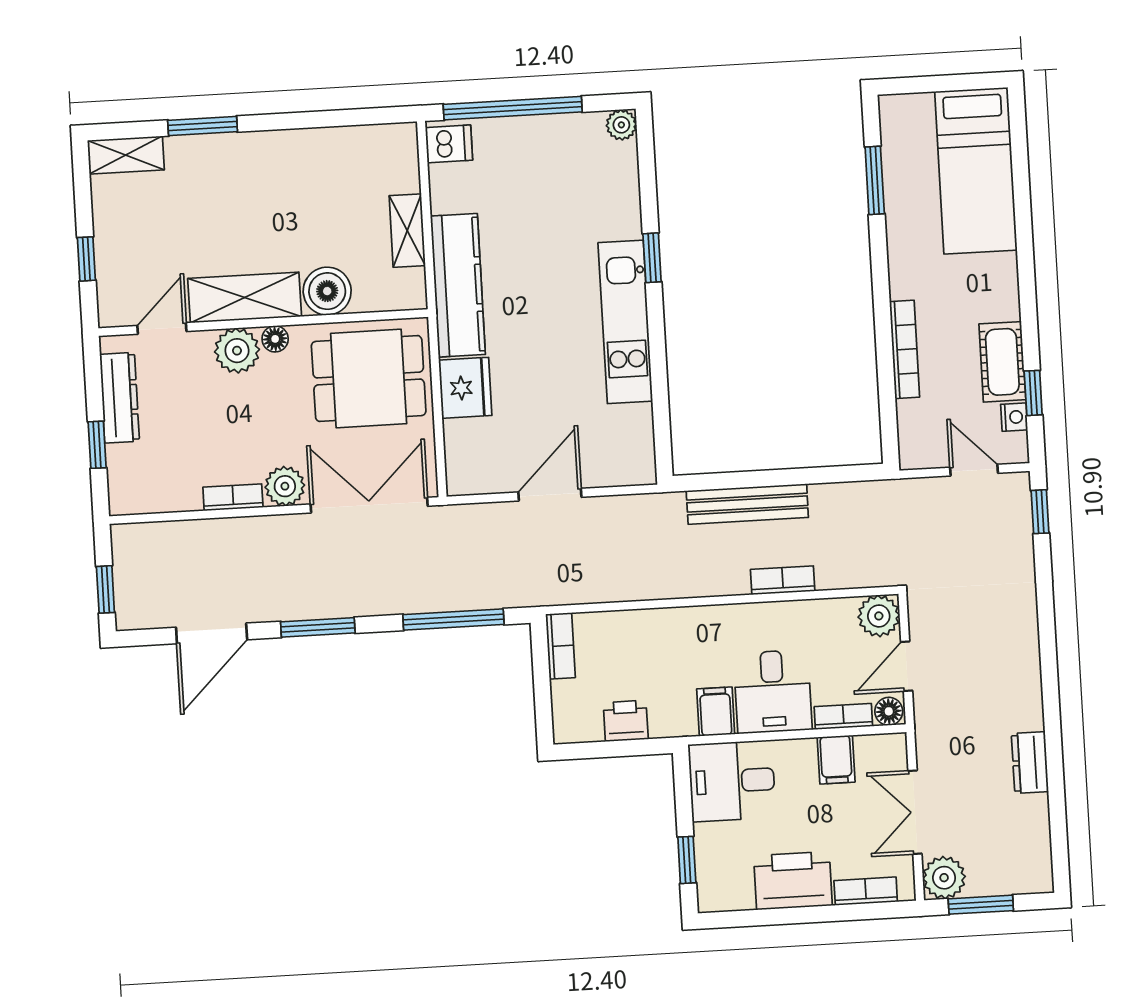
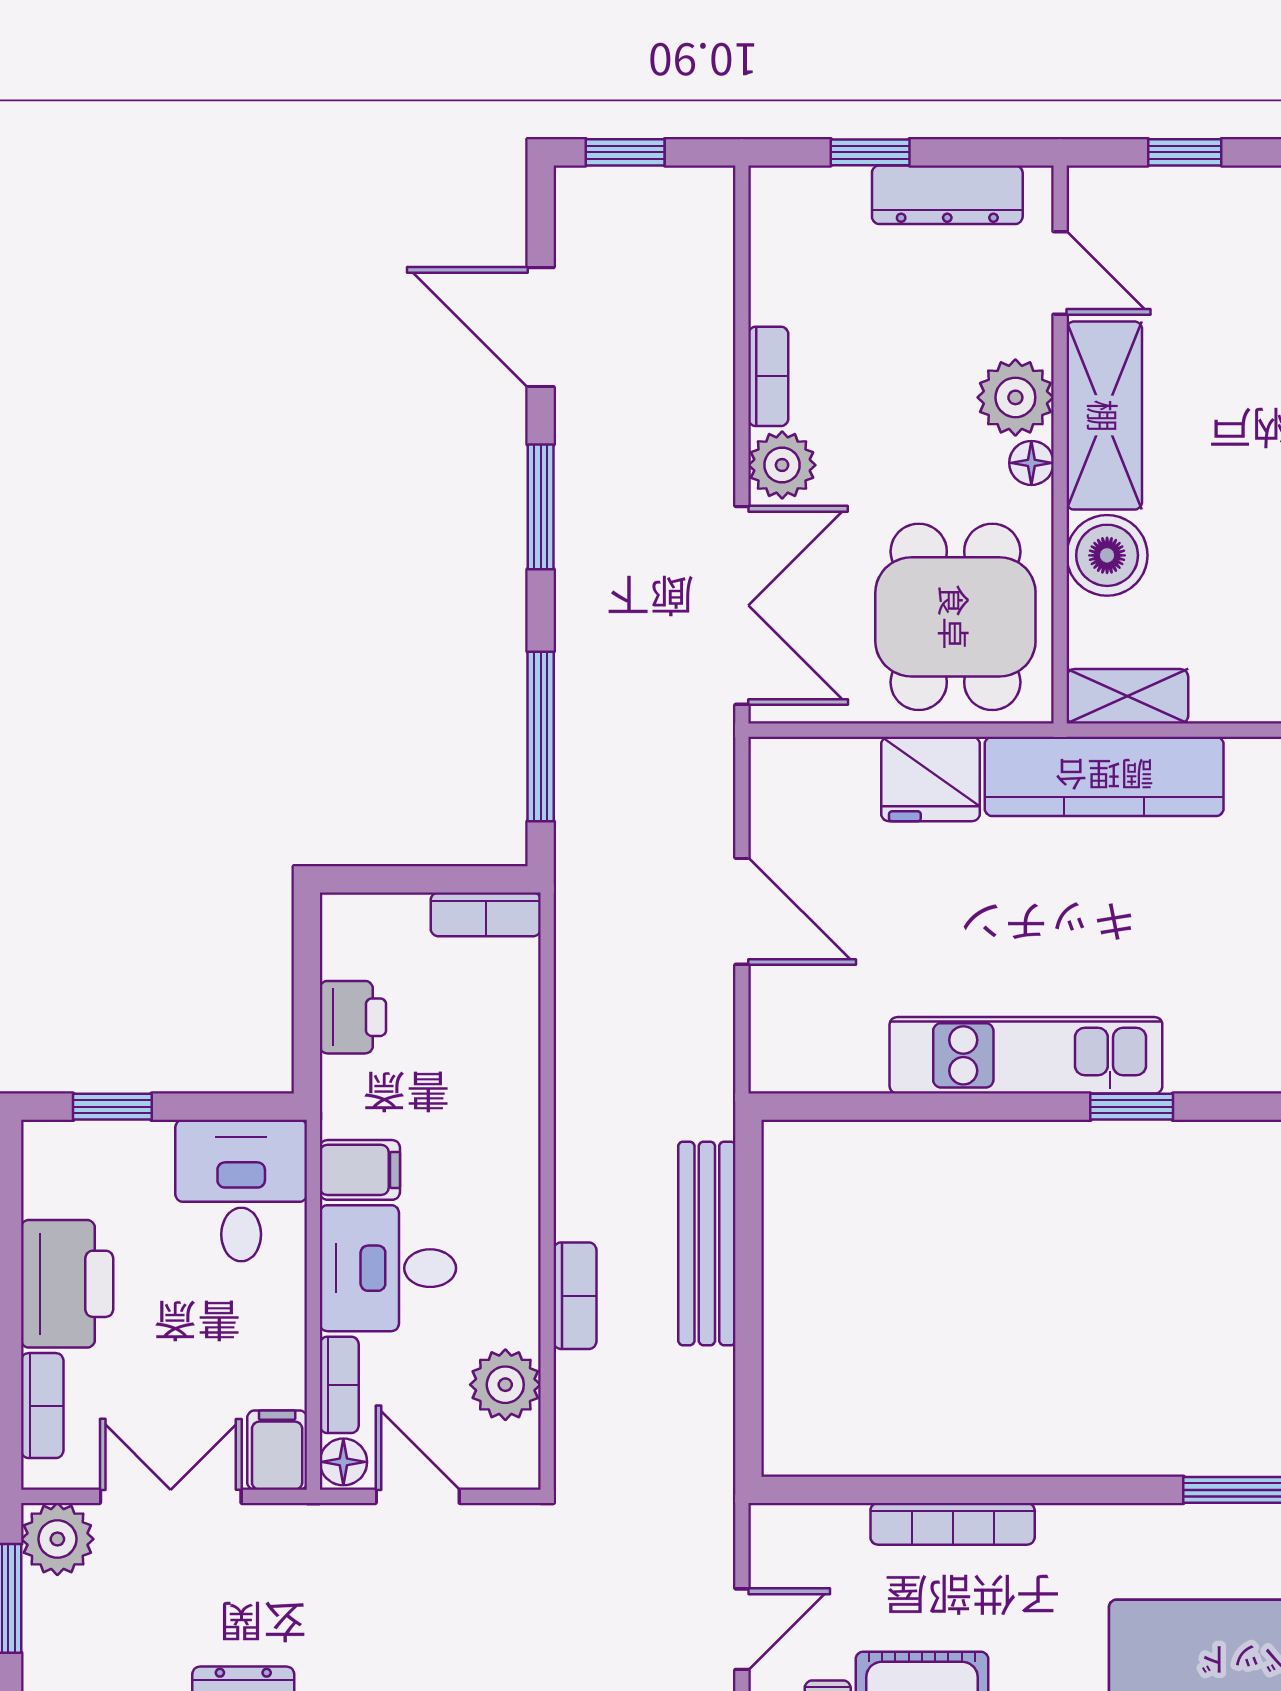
shelving: (407, 231) -> (1127, 696), moved
plant: (879, 616) -> (505, 1385), moved
filing cabinet: (836, 760) -> (277, 1450), moved, turned 90

